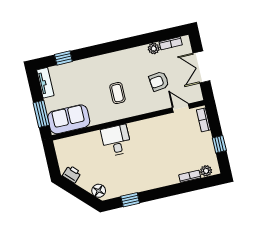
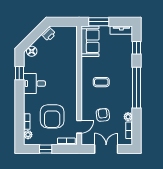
window: (114, 46) -> (137, 88), added
desk: (116, 140) -> (34, 84), moved, turned 180
armchair: (176, 146) -> (52, 116), added

